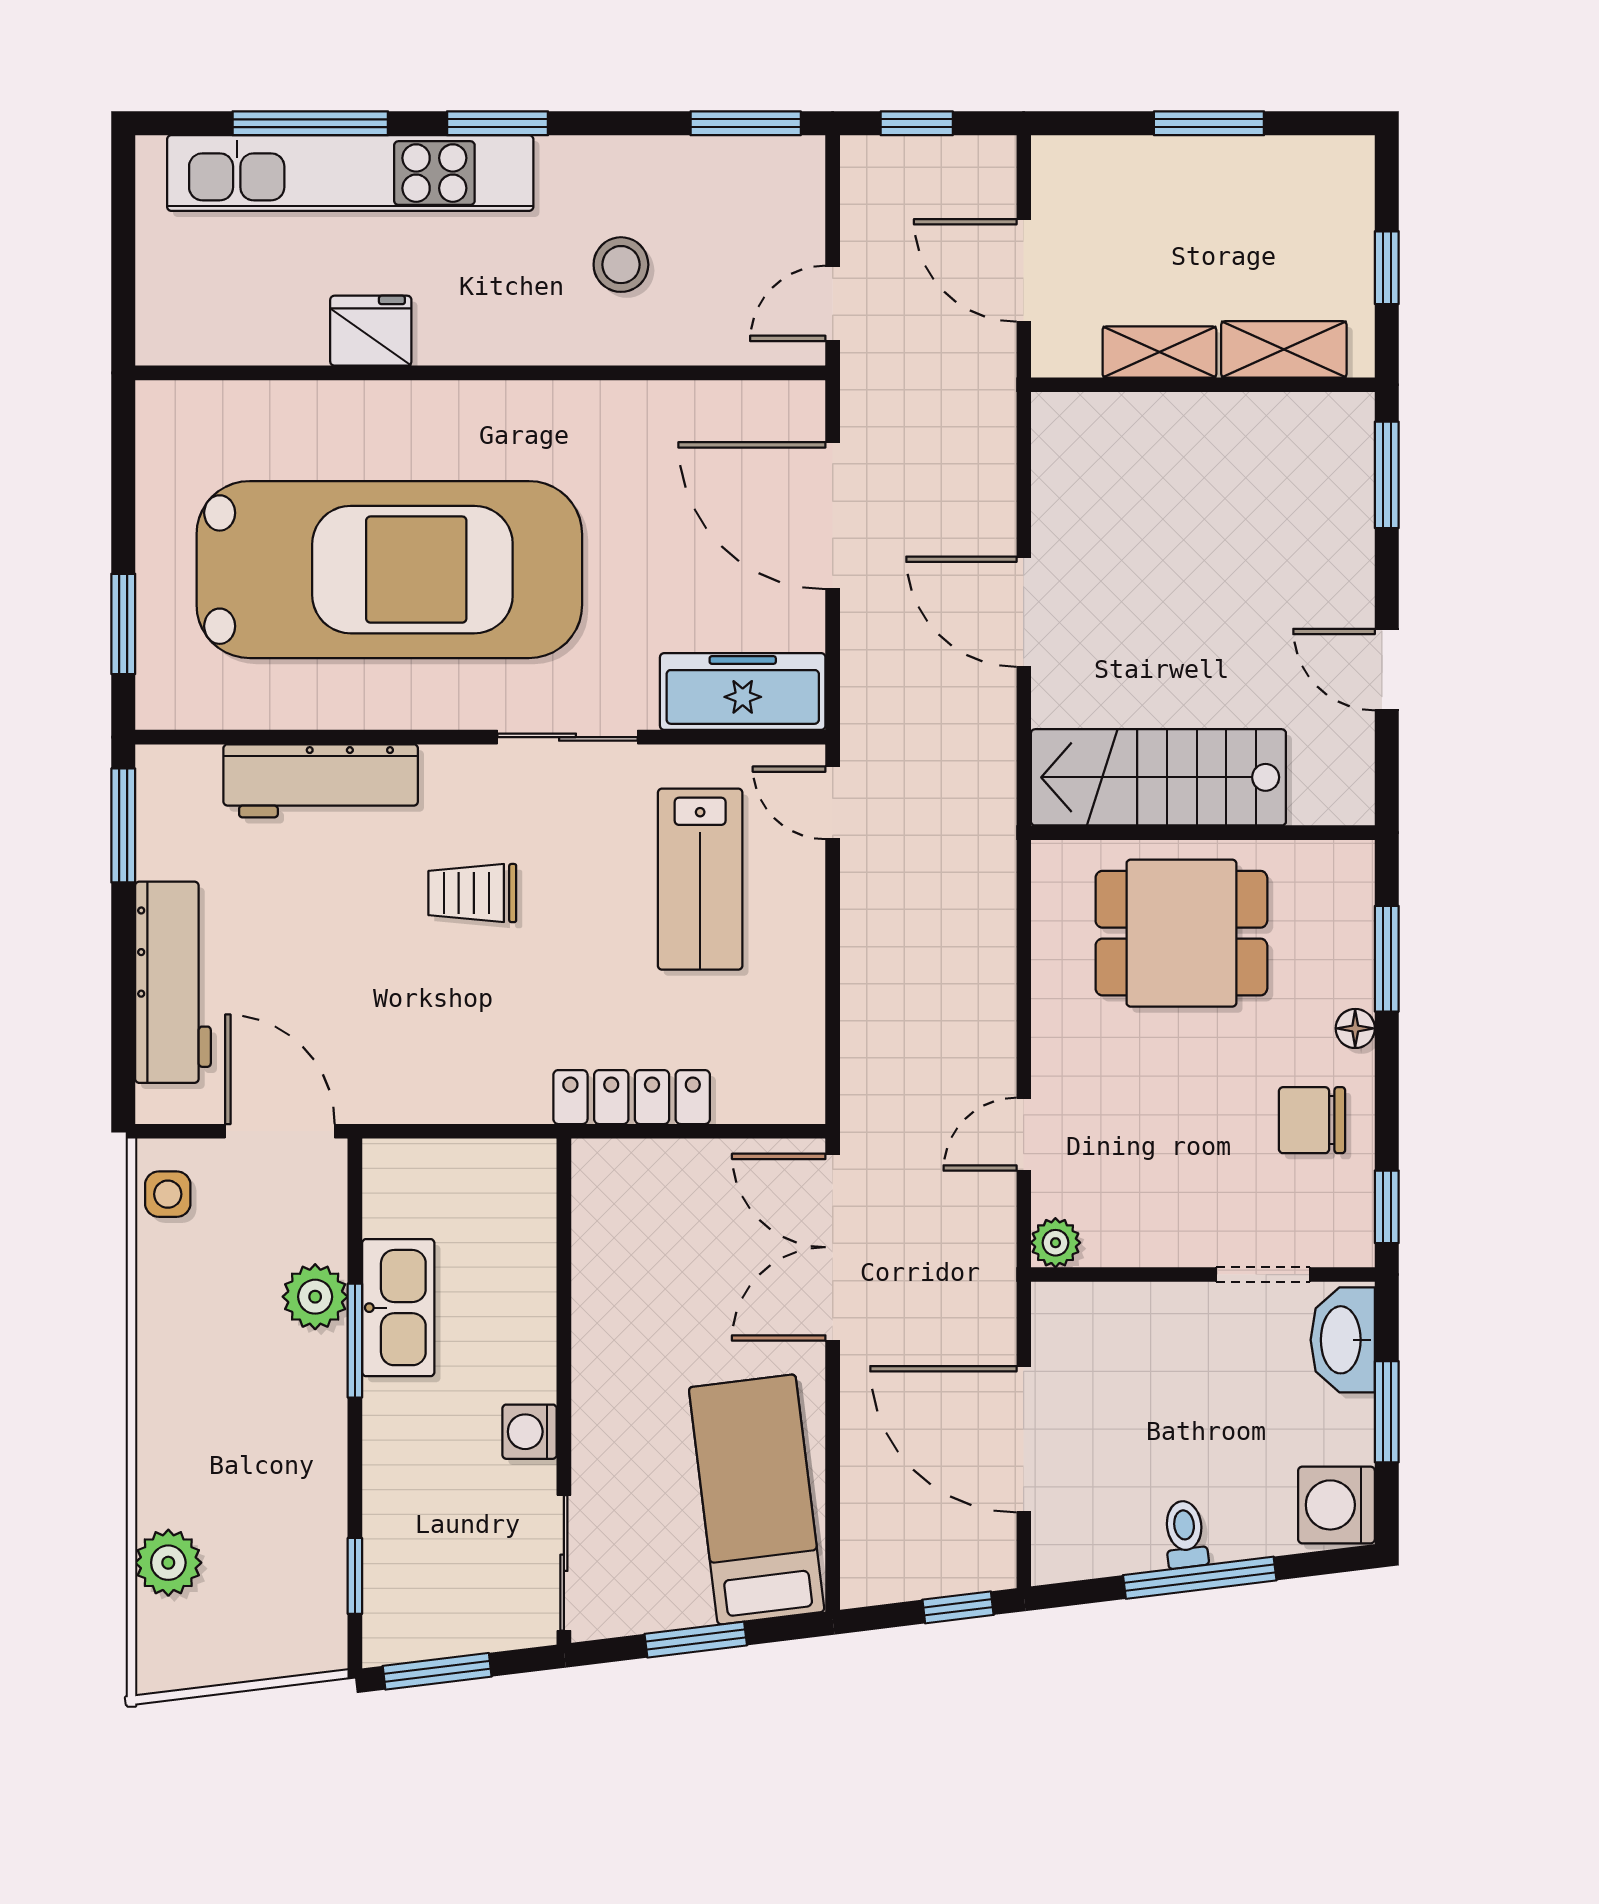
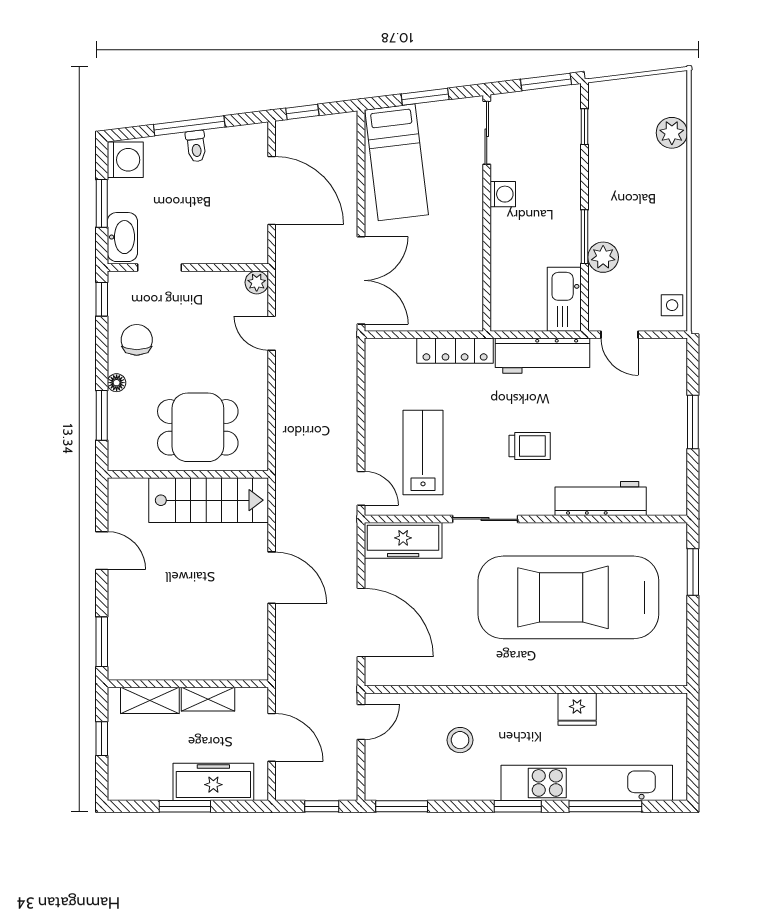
freezer: (1148, 175) -> (213, 782), added
window: (123, 825) -> (693, 422), moved
workbench: (173, 982) -> (543, 356), moved, turned -90
chair: (1312, 1120) -> (137, 340), turned -90
door: (280, 1131) -> (620, 335), width x0.73
door: (1024, 1134) -> (272, 333), swing flipped
kitchen sink: (398, 1308) -> (564, 299), moved

